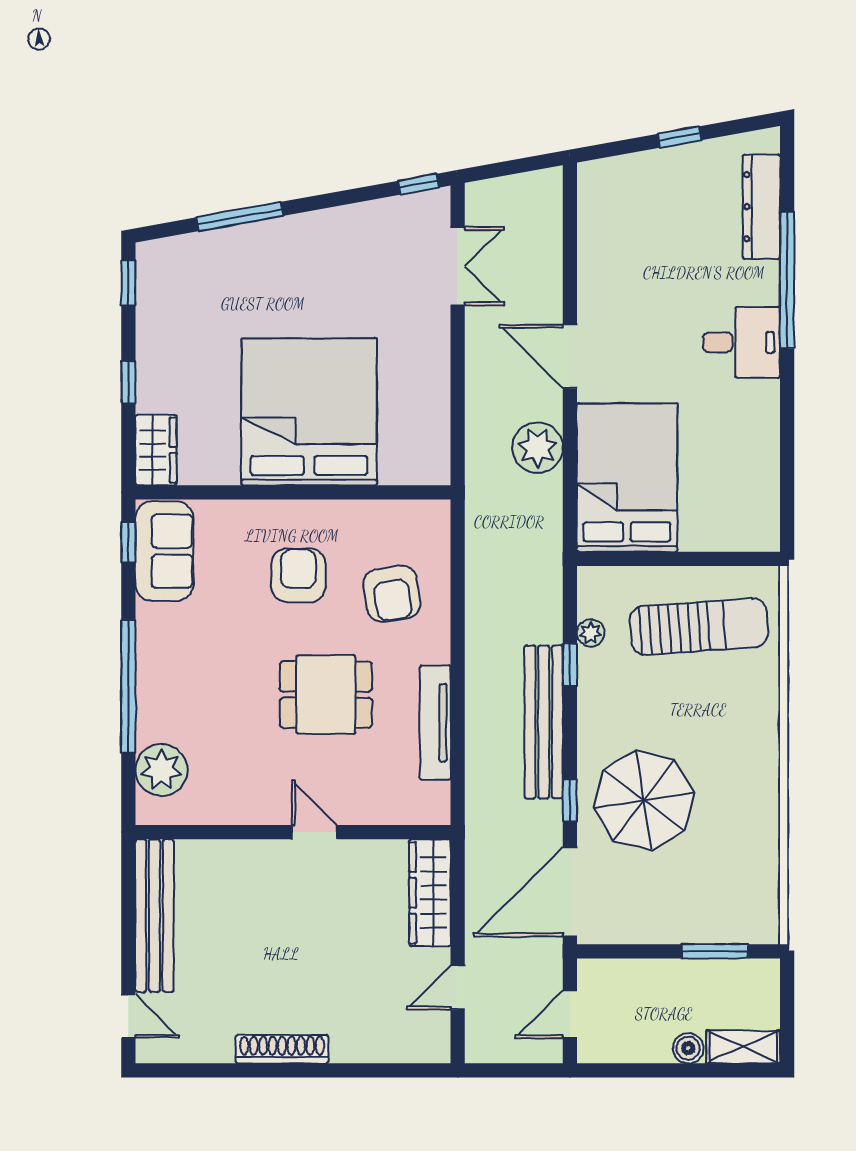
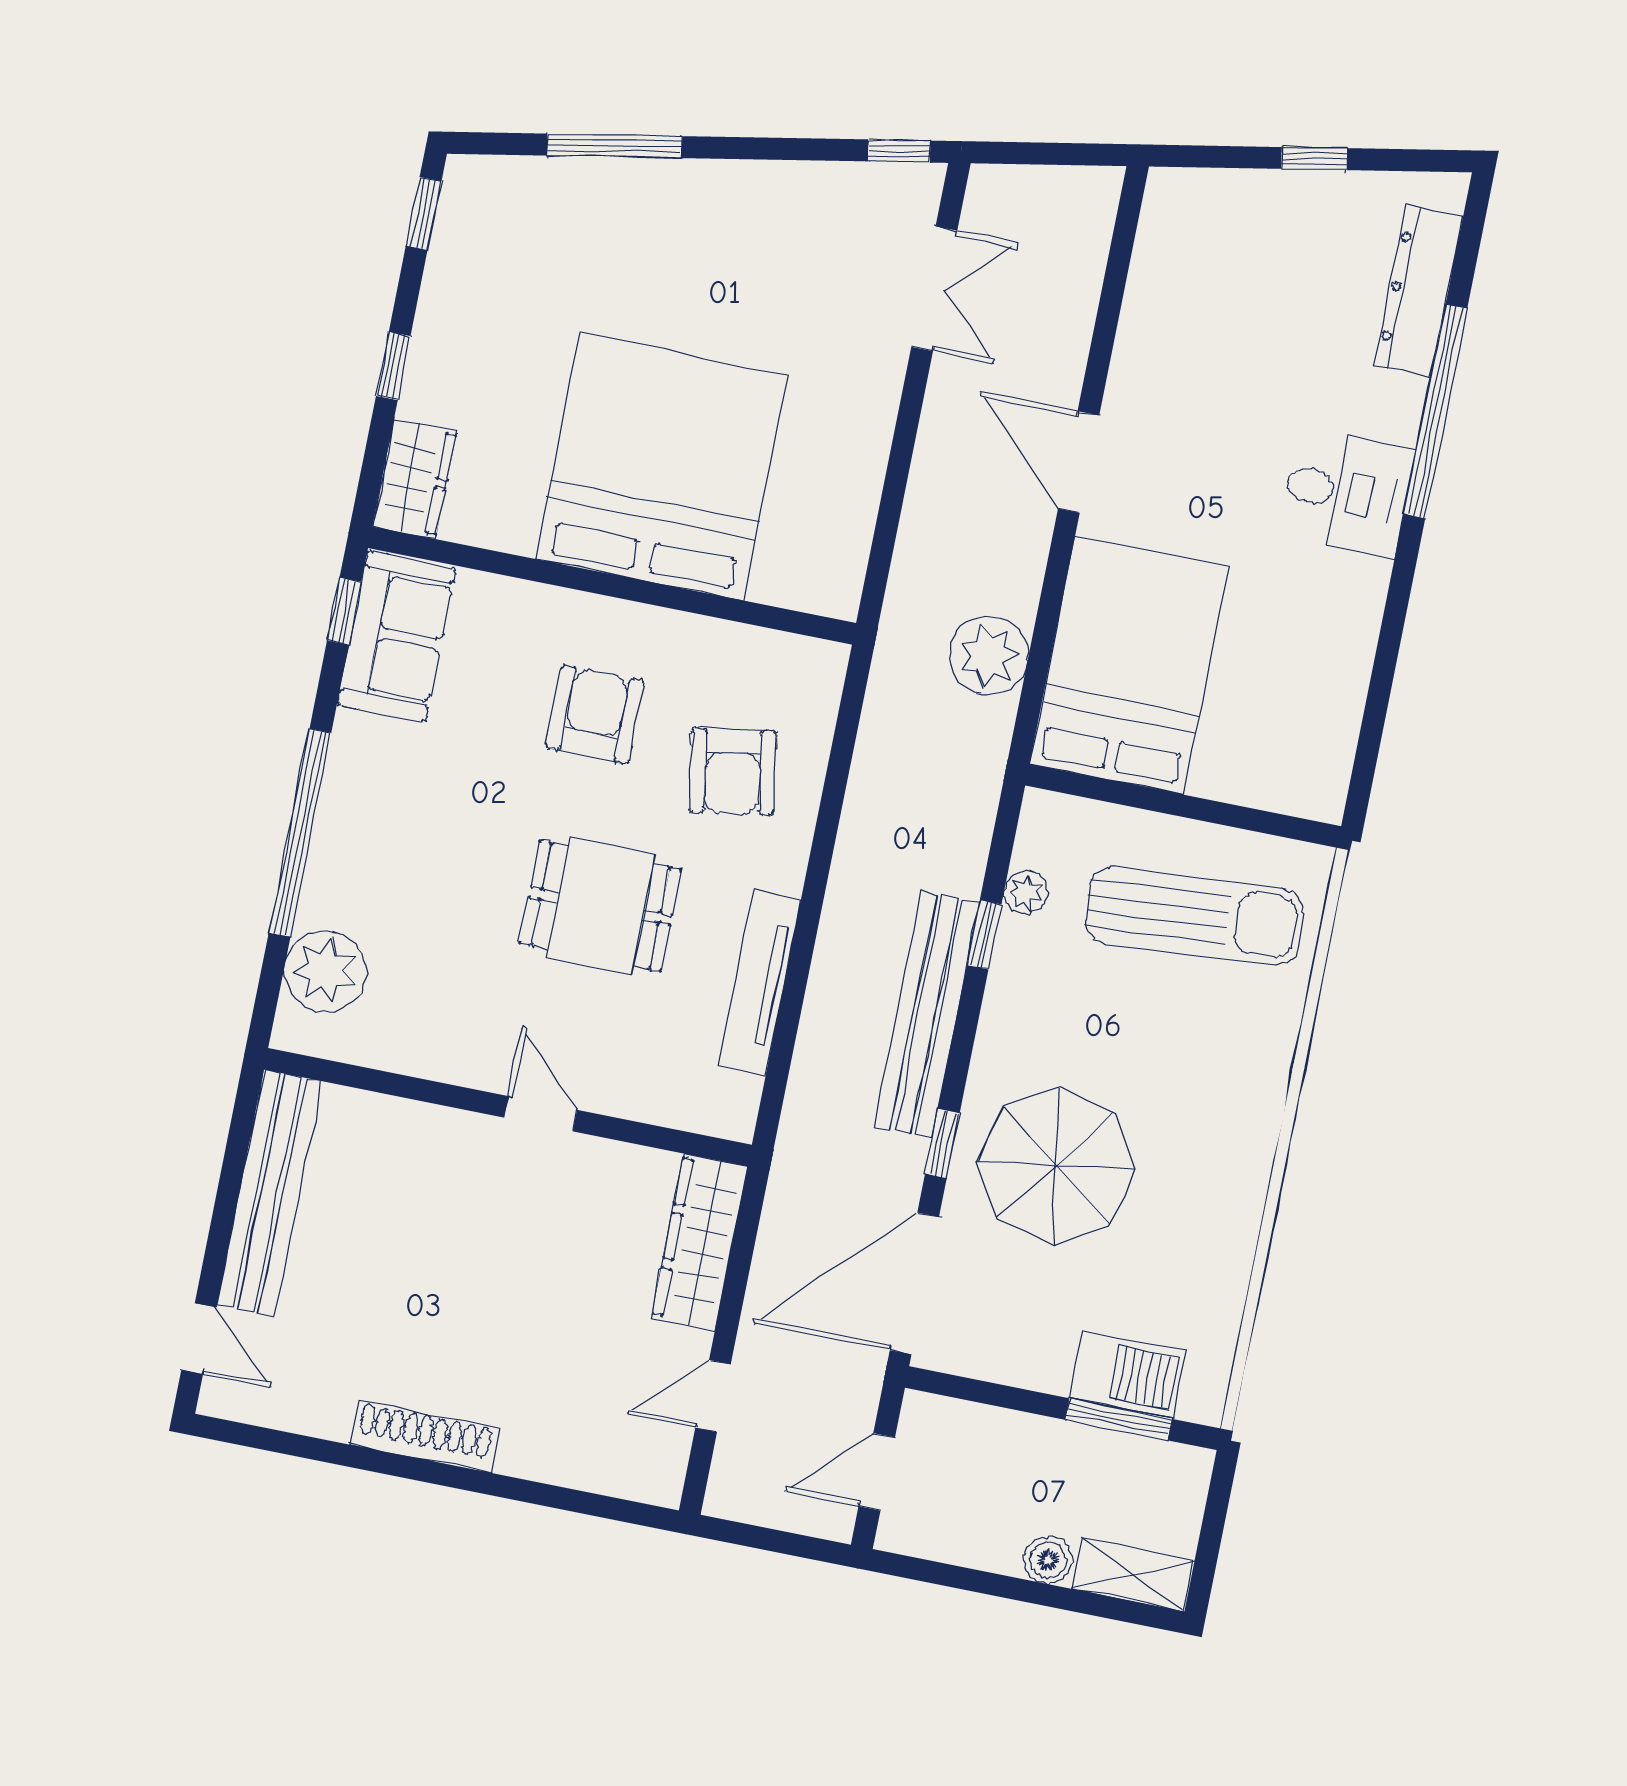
plant: (538, 448) -> (988, 655), moved
barbecue: (715, 922) -> (1128, 1375), added

